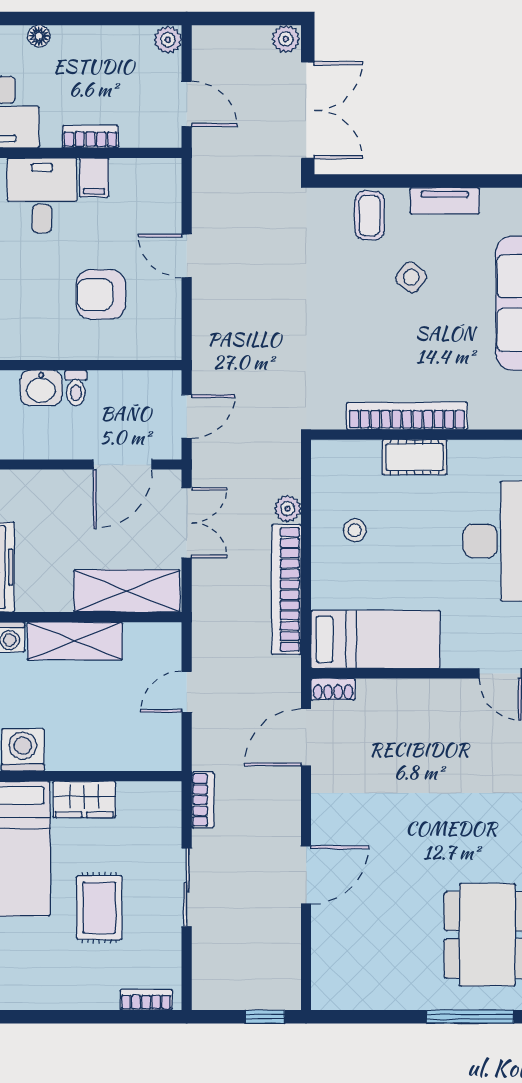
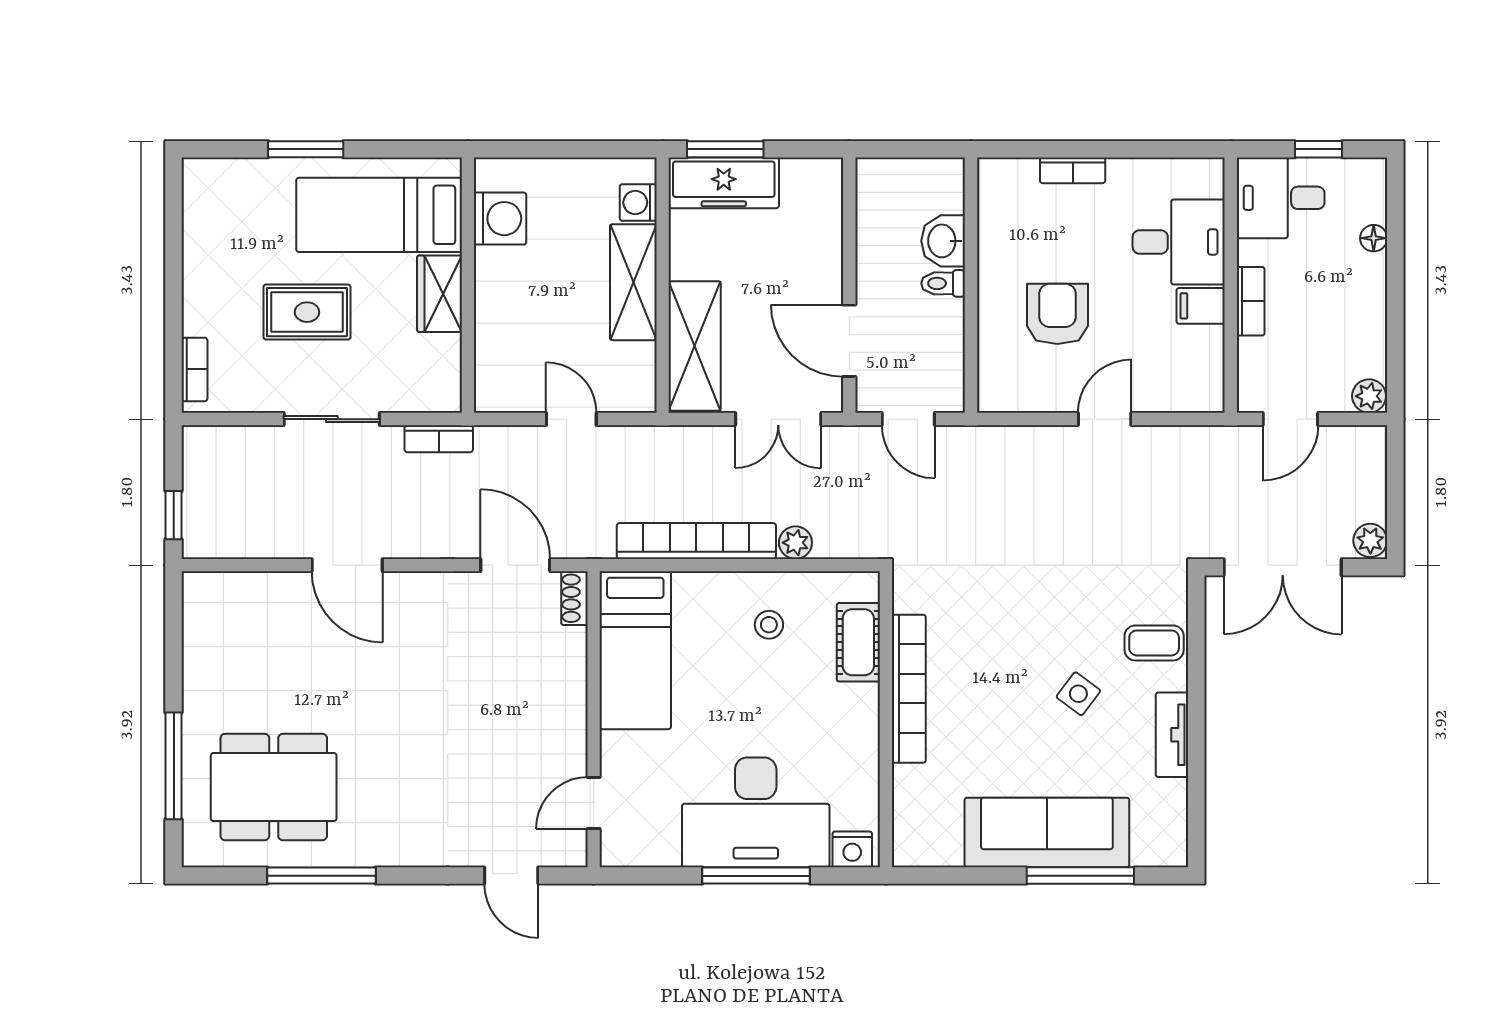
cot: (415, 457) -> (858, 642), moved

